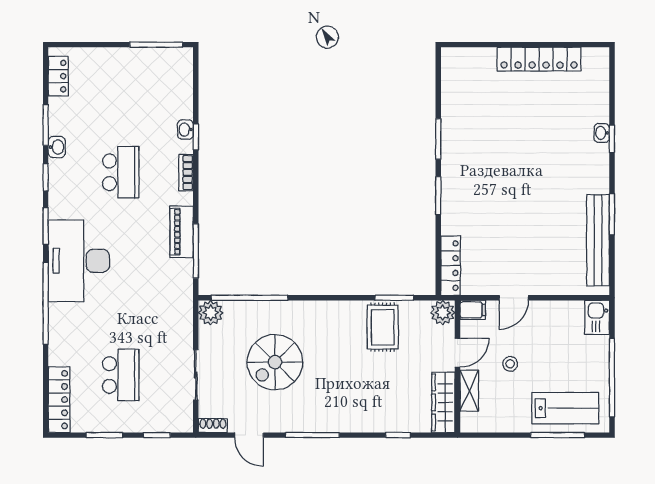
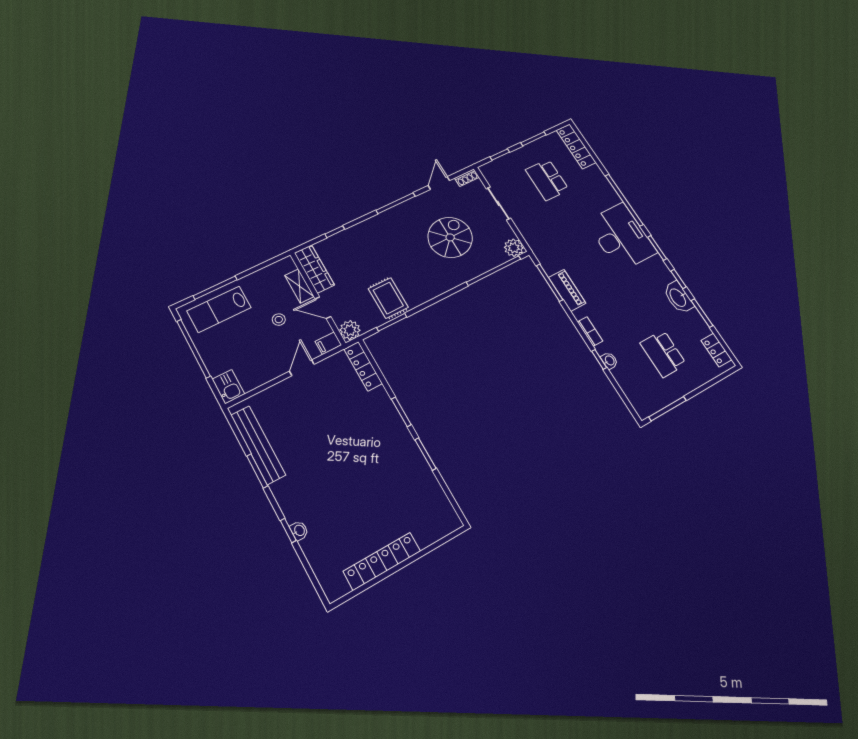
washbasin: (57, 147) -> (678, 297), width x1.91, depth x1.45
school desk: (121, 172) -> (663, 354), moved
door: (458, 353) -> (323, 308), hinge flipped
door: (249, 435) -> (439, 183), hinge flipped

